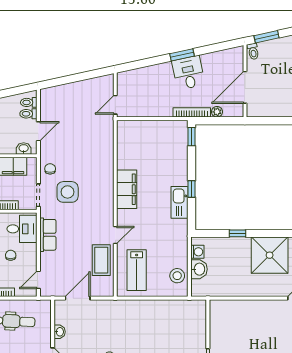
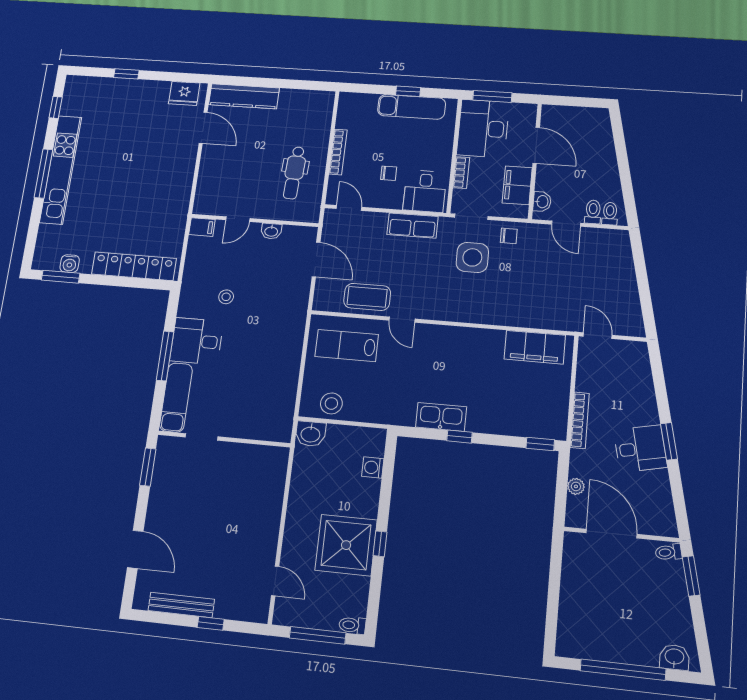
bookcase: (192, 112) -> (580, 420), moved
filing cabinet: (127, 189) -> (535, 347), moved
window: (238, 233) -> (380, 544), moved
washing machine: (197, 252) -> (373, 467), moved, turned 90
washbasin: (199, 269) -> (311, 434), moved

